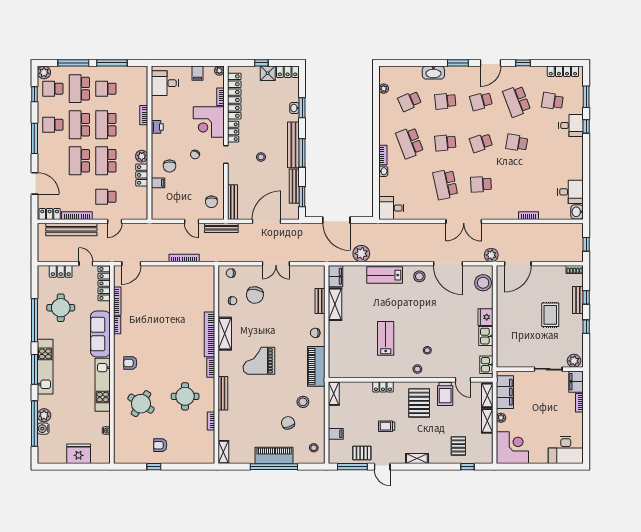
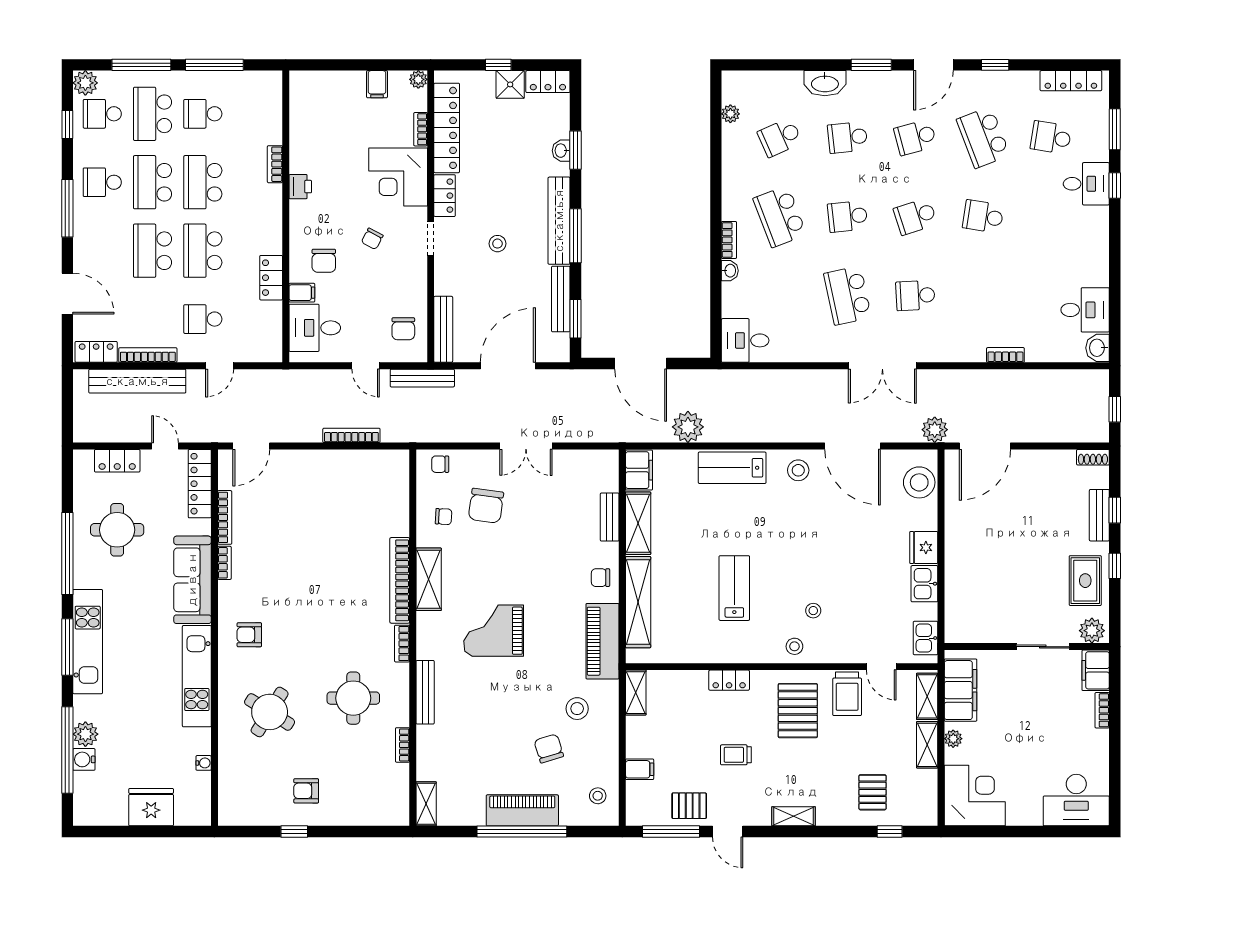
desk: (165, 83) -> (315, 328), moved
plant: (142, 156) -> (271, 242), removed
rug: (550, 315) -> (1085, 581), moved
shelving: (335, 346) -> (638, 602), added

